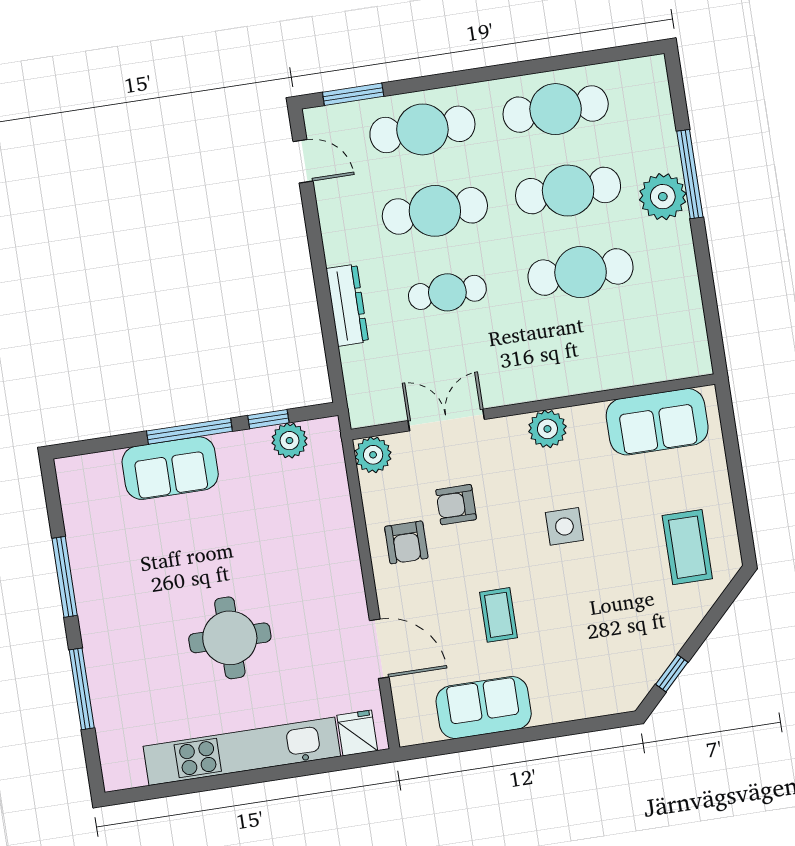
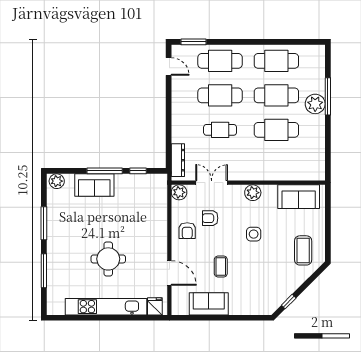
dresser: (347, 305) -> (178, 160), moved
plant: (289, 441) -> (57, 181), moved

